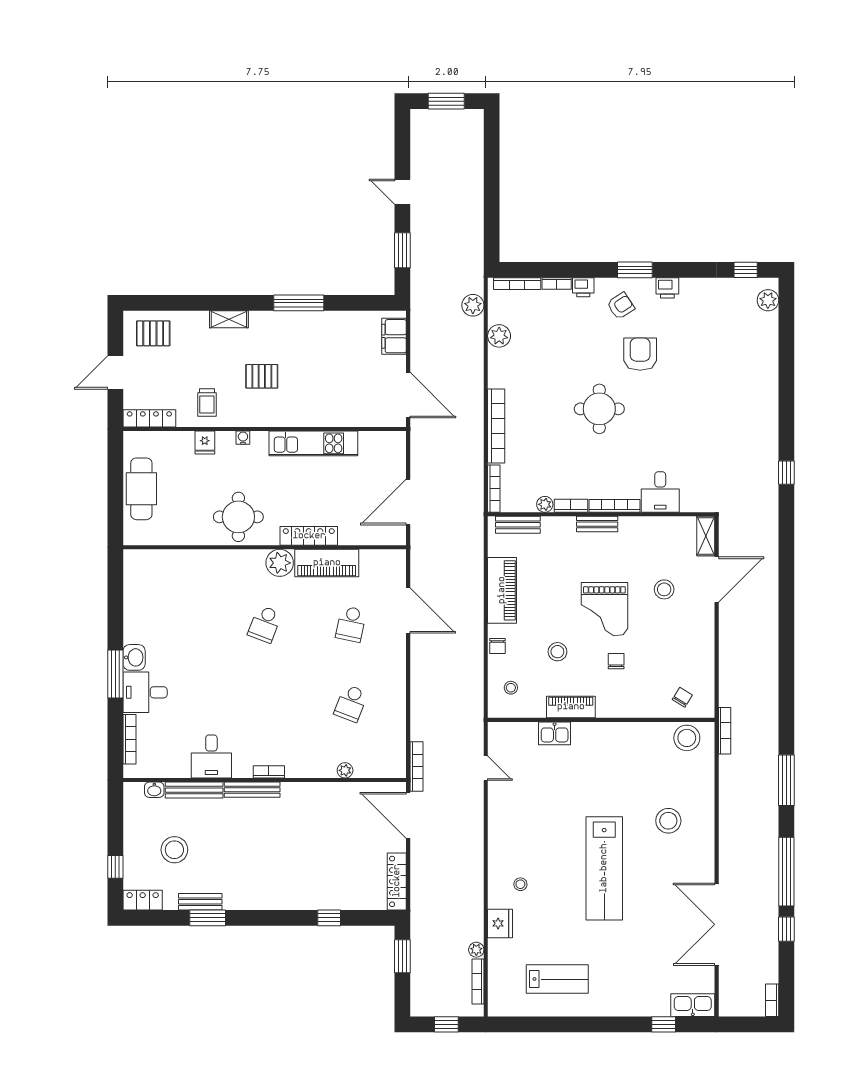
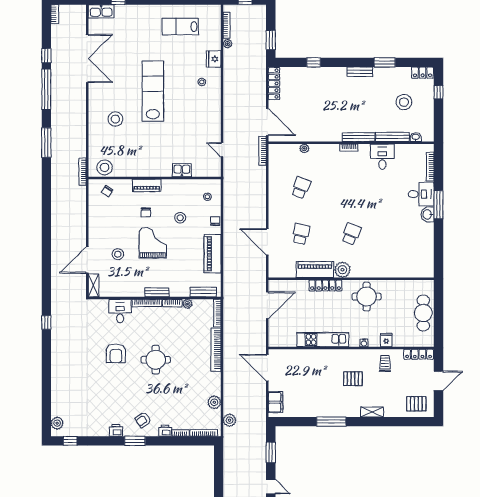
armchair: (640, 354) -> (116, 353), moved
piano: (571, 707) -> (147, 185), moved
bench: (200, 902) -> (360, 72), moved

